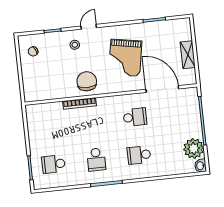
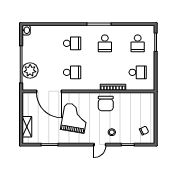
shelving: (188, 55) -> (27, 127), moved
school desk: (135, 117) -> (72, 72), turned 180
school desk: (49, 126) -> (138, 72), added
plant: (194, 148) -> (30, 70), moved
school desk: (96, 160) -> (105, 43), turned 180
school desk: (53, 164) -> (138, 43), turned 90

